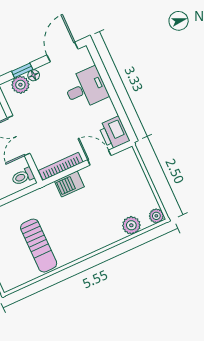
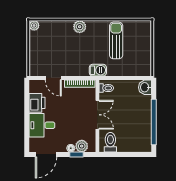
printer: (114, 133) -> (37, 103), moved
barbecue: (69, 184) -> (98, 70), moved
plant: (131, 225) -> (80, 27), moved

